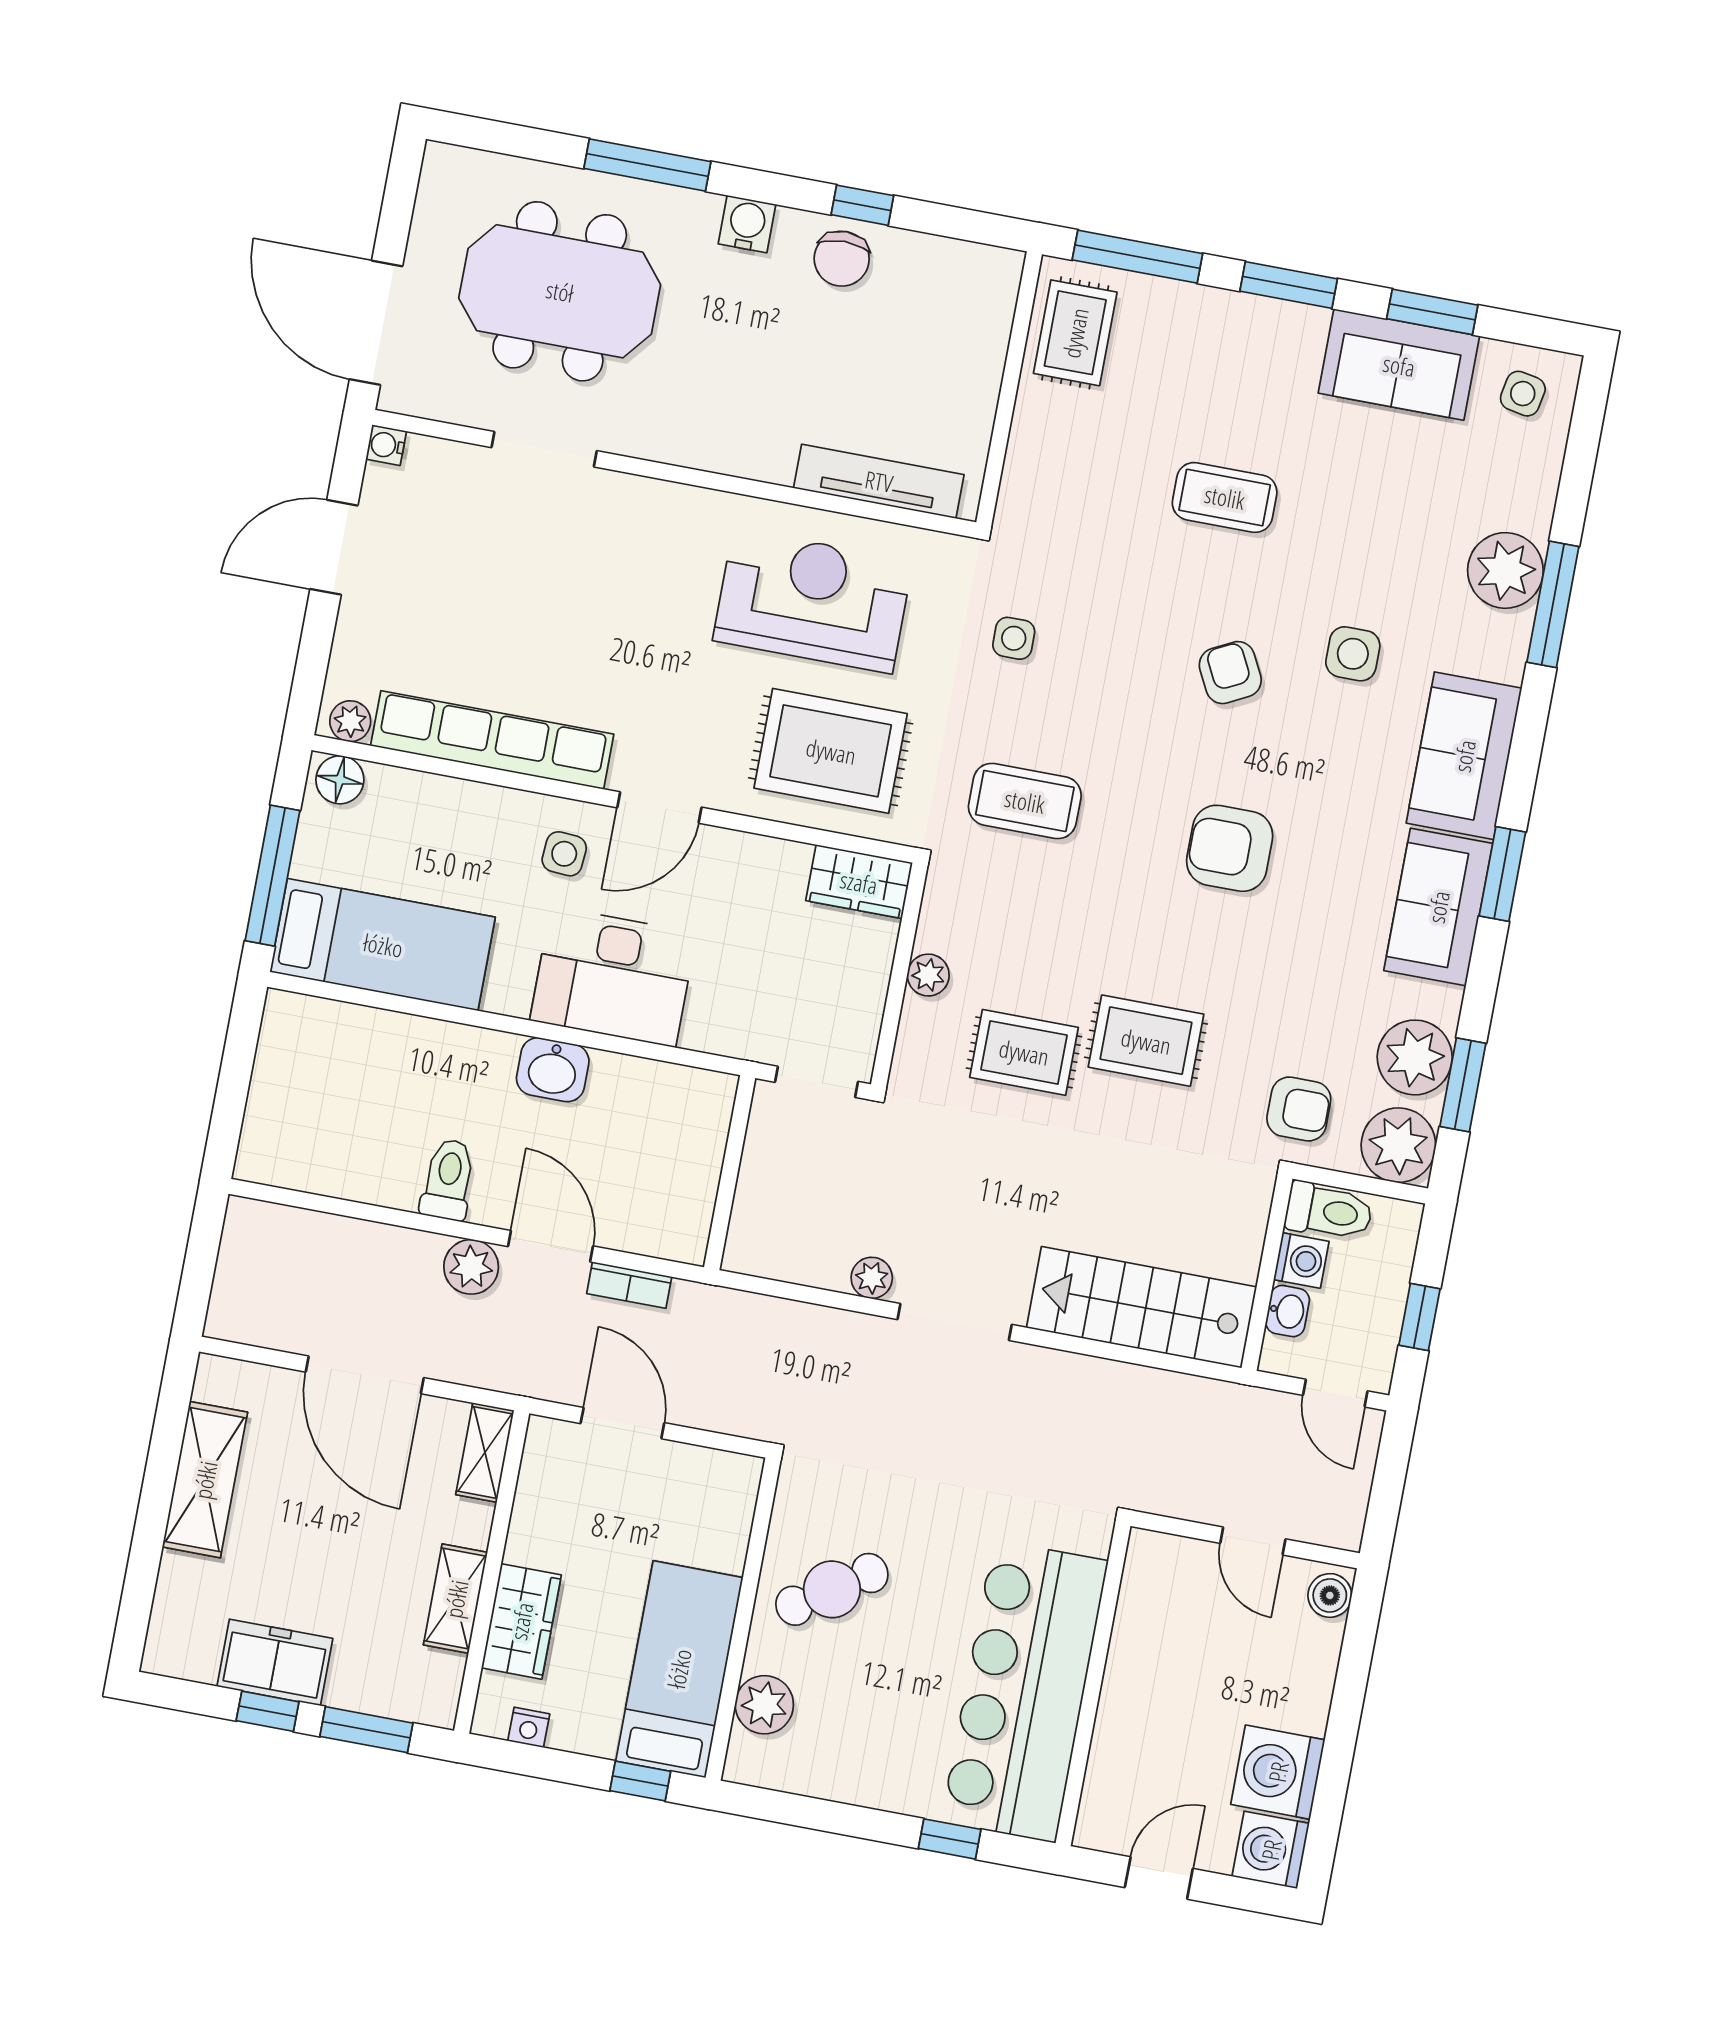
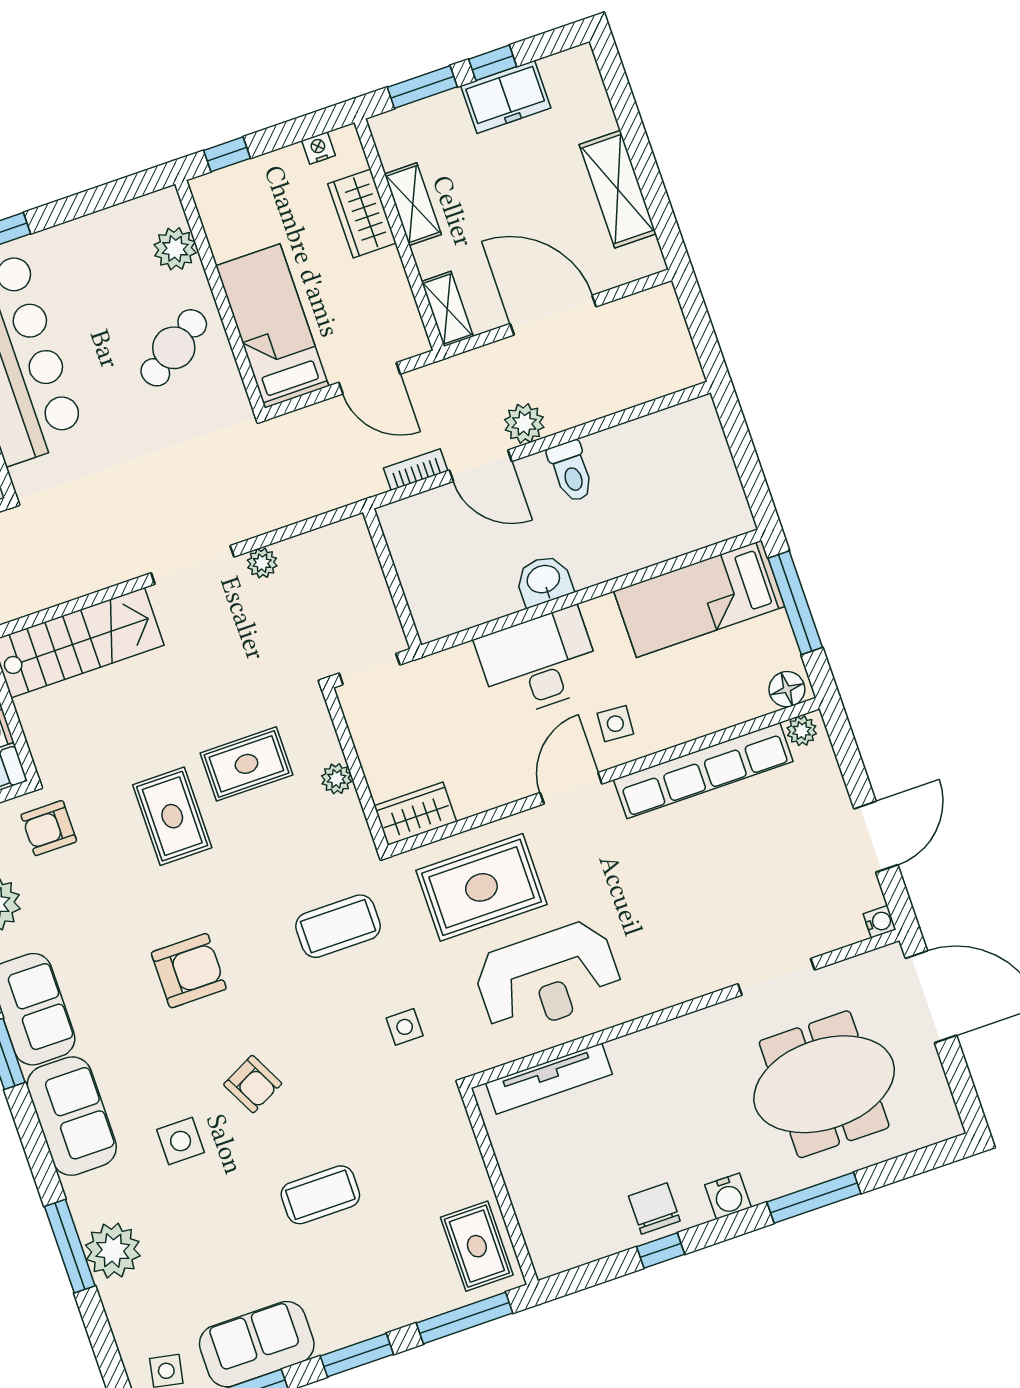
rug: (1146, 1041) -> (172, 816), turned 90
bed: (679, 1669) -> (272, 326), moved, turned 180

